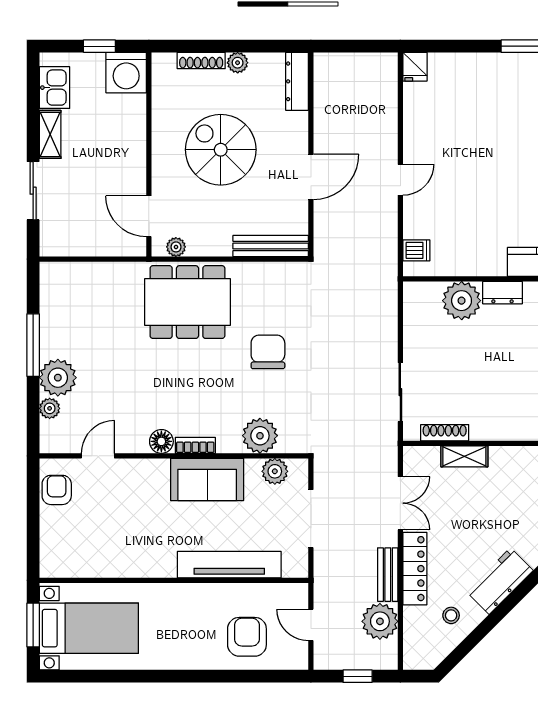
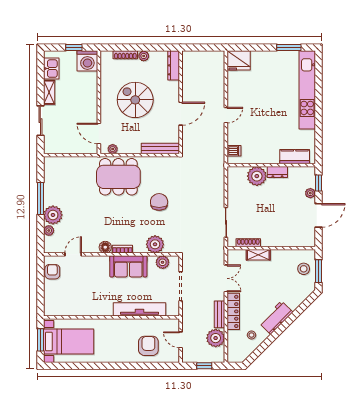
fridge: (415, 67) -> (239, 60), width x1.88, depth x1.34

